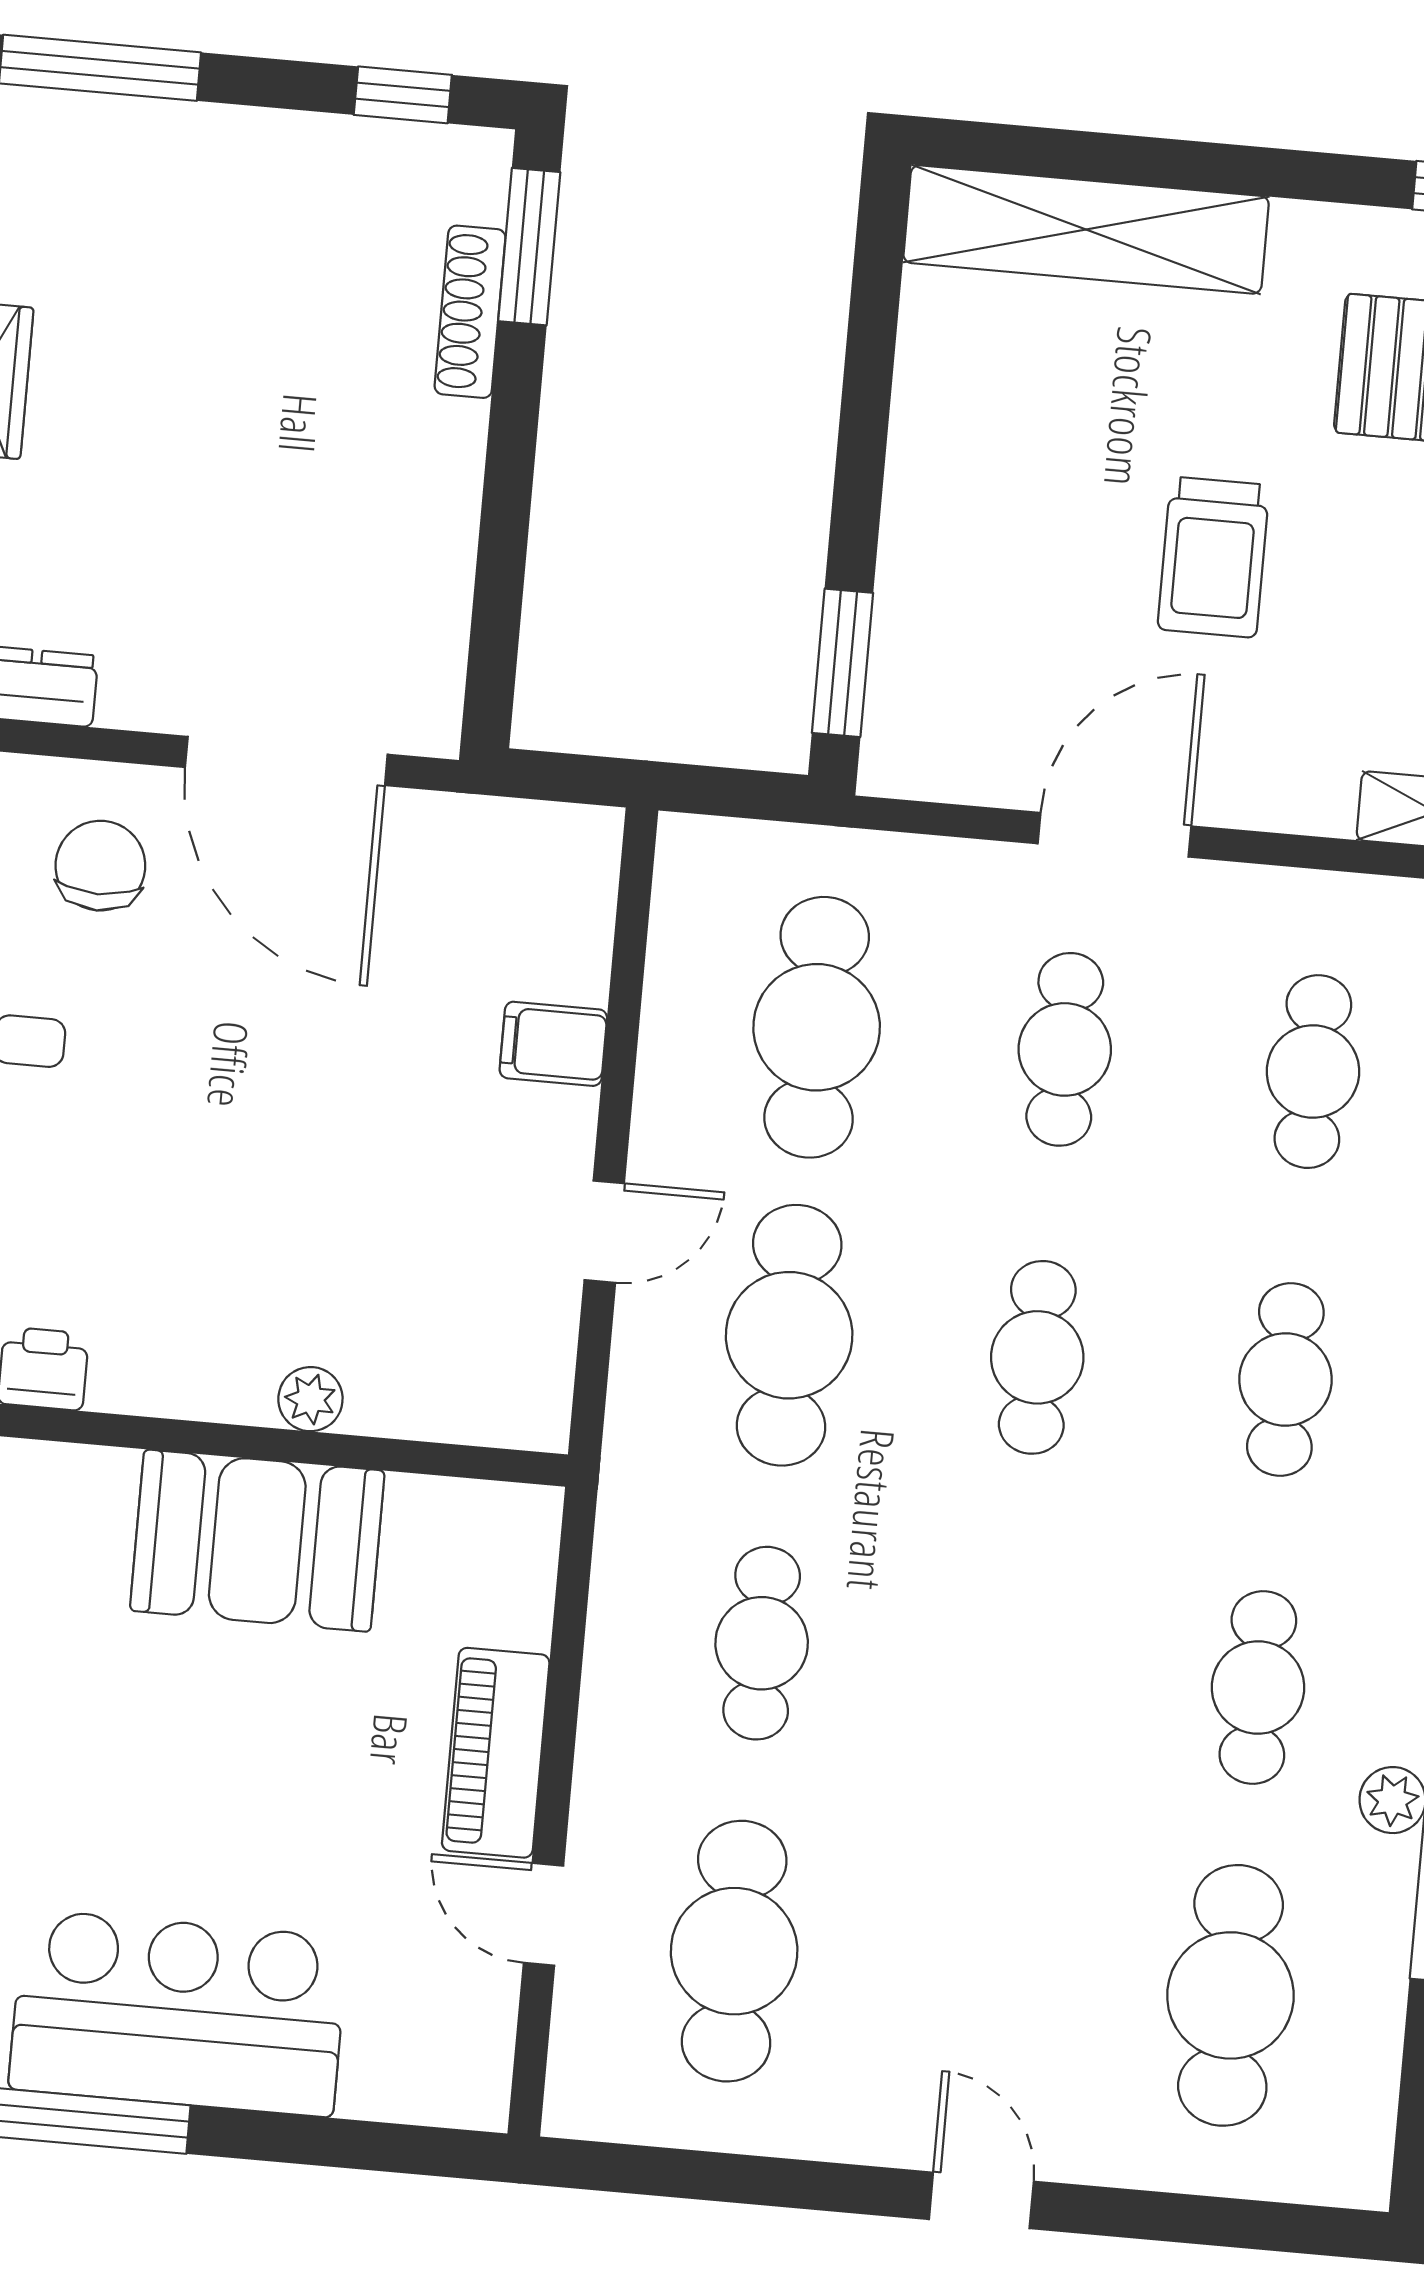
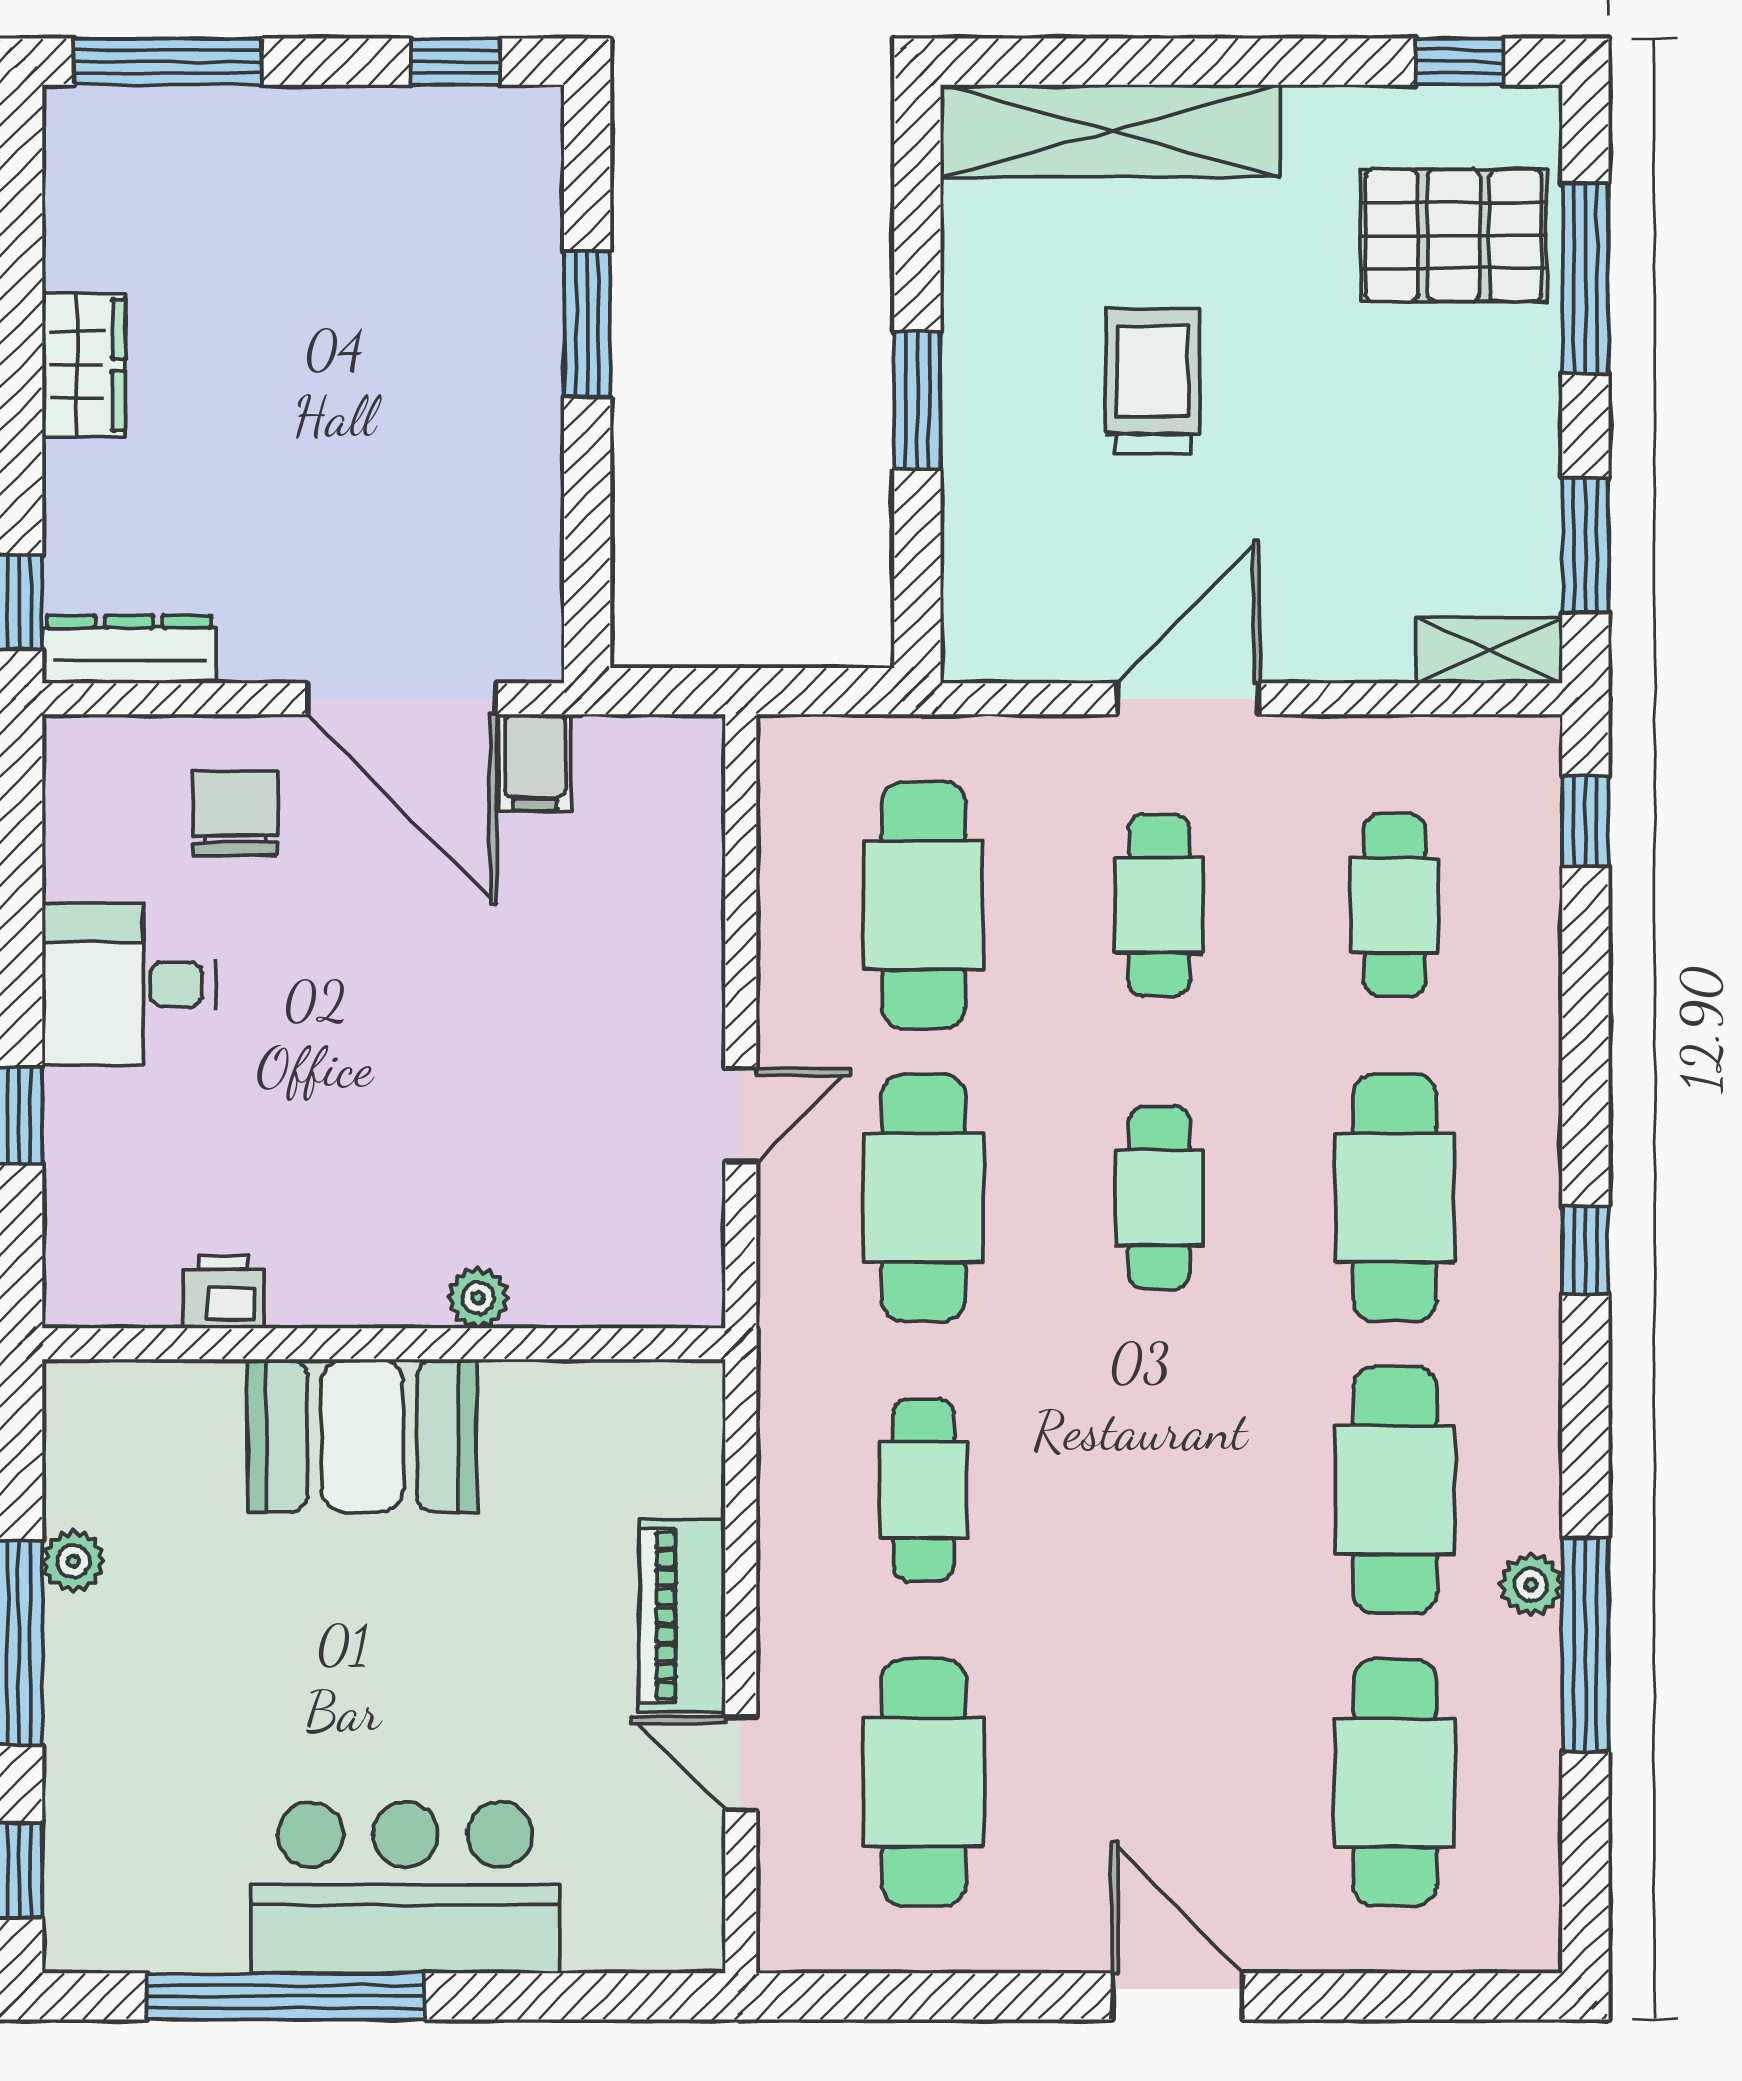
window: (529, 247) -> (587, 324), moved
shoe rack: (470, 312) -> (537, 260), removed
trolley: (1213, 557) -> (1153, 381), moved, turned 180
window: (843, 663) -> (917, 400), moved
filing cabinet: (553, 1044) -> (535, 763), moved, turned -90
cafe table: (1285, 1380) -> (1395, 1198), width x1.37, depth x1.35
booth: (257, 1541) -> (362, 1436), moved
cafe table: (1258, 1687) -> (1395, 1490), width x1.37, depth x1.35
door: (981, 2200) -> (1177, 1996), width x1.38

